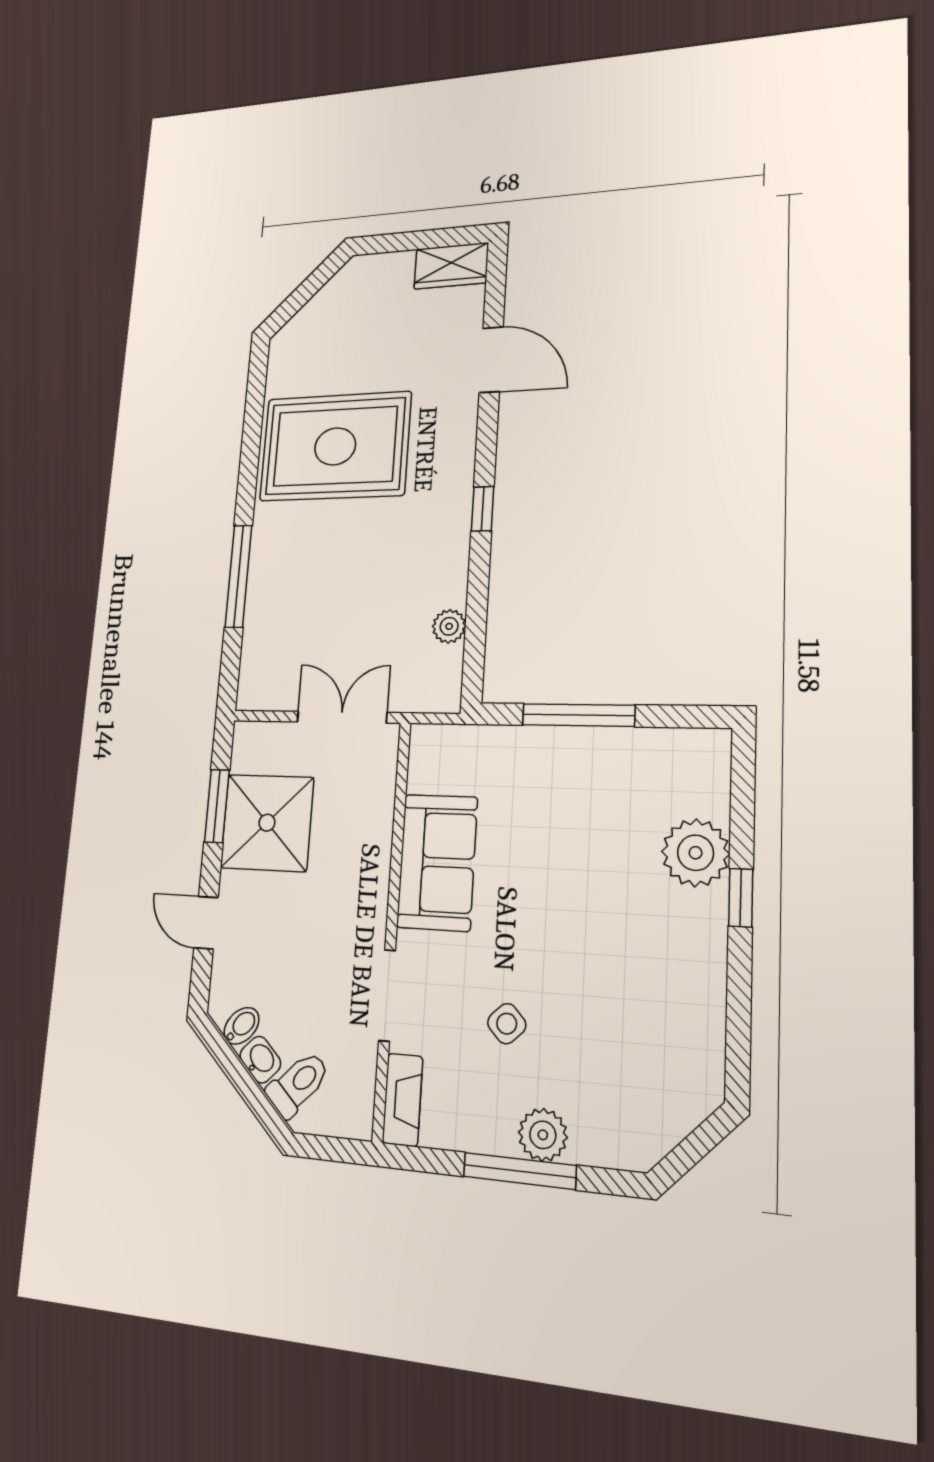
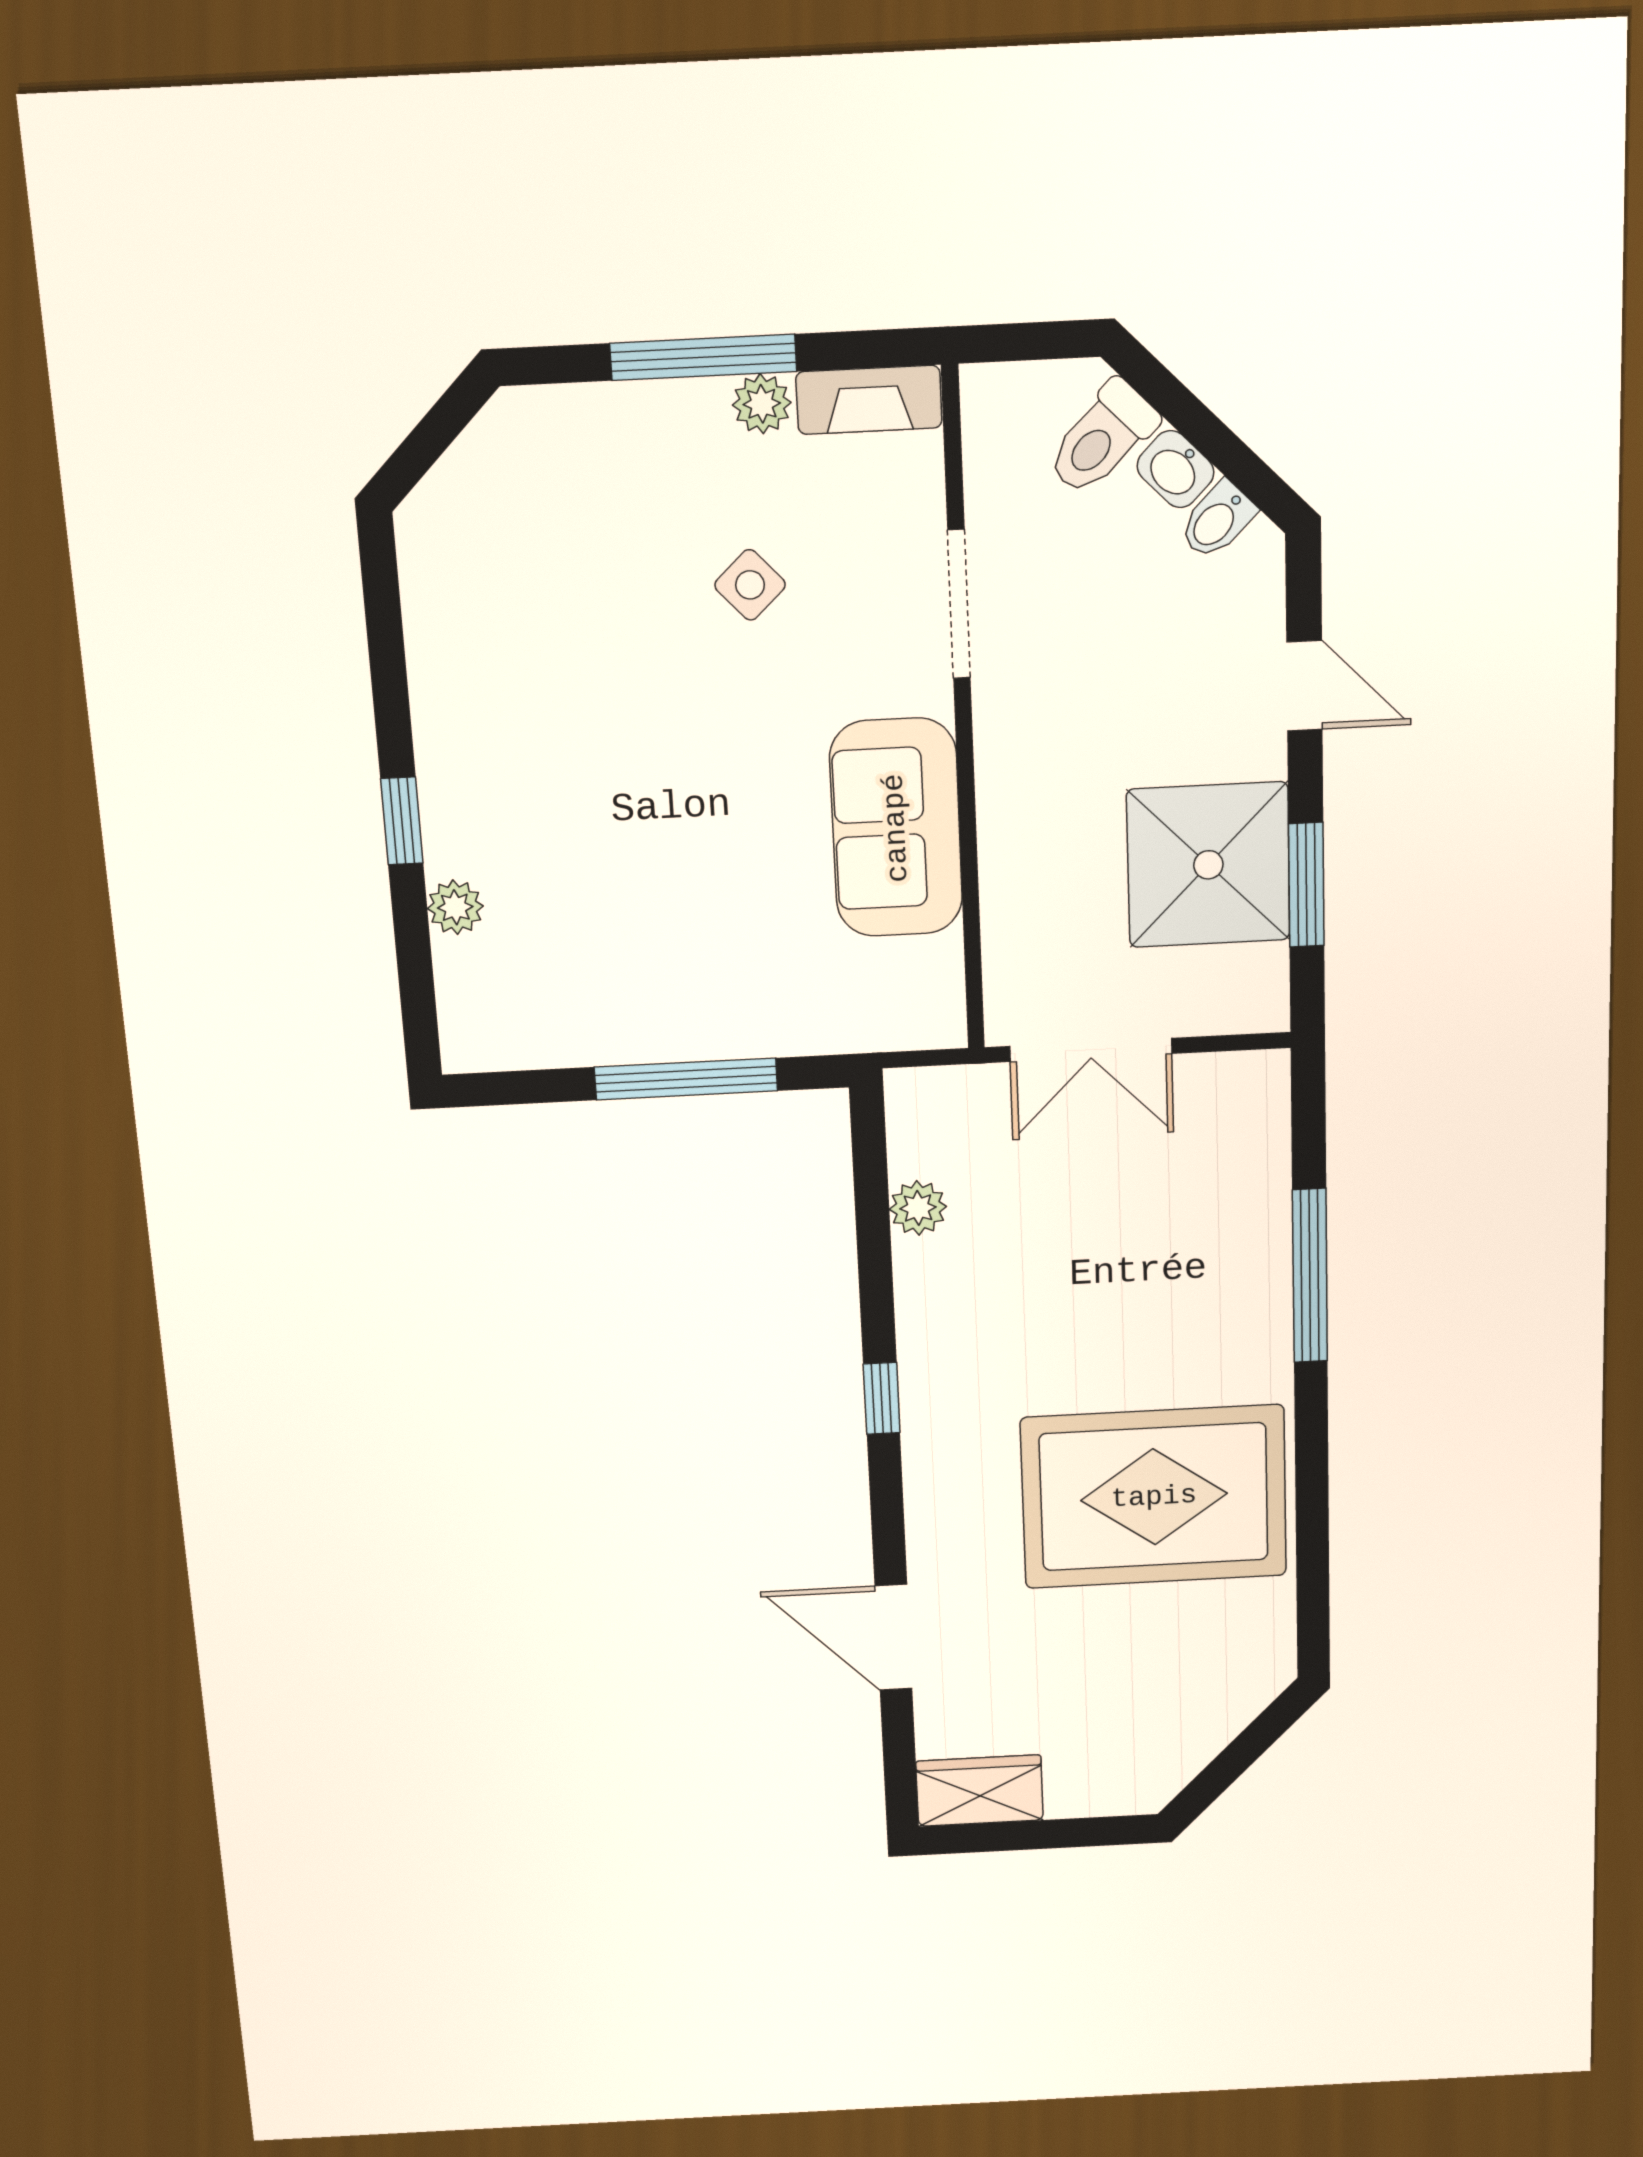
plant: (696, 853) -> (455, 907), width x0.53, depth x0.53
fireplace: (403, 1100) -> (869, 400), moved, turned -90
plant: (543, 1135) -> (762, 404), moved, width x0.73, depth x0.73

